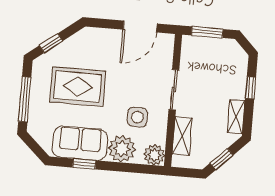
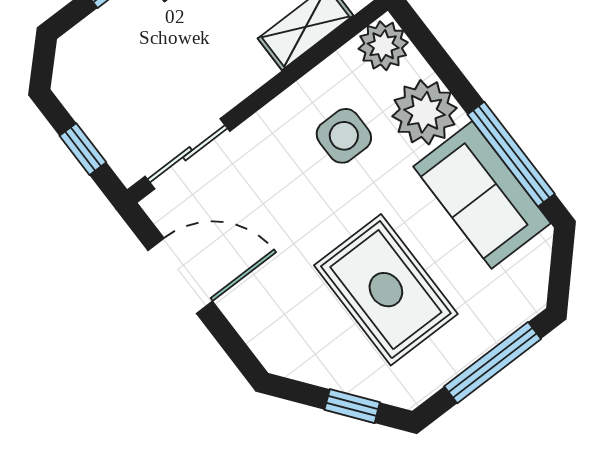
window: (207, 32) -> (83, 149), width x0.67
sliding door: (174, 90) -> (188, 154), moved
window: (84, 164) -> (511, 154), width x2.17

